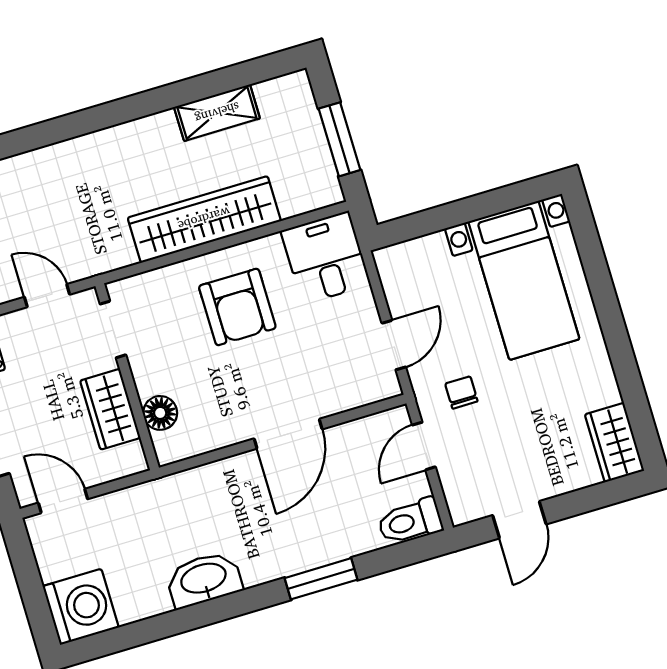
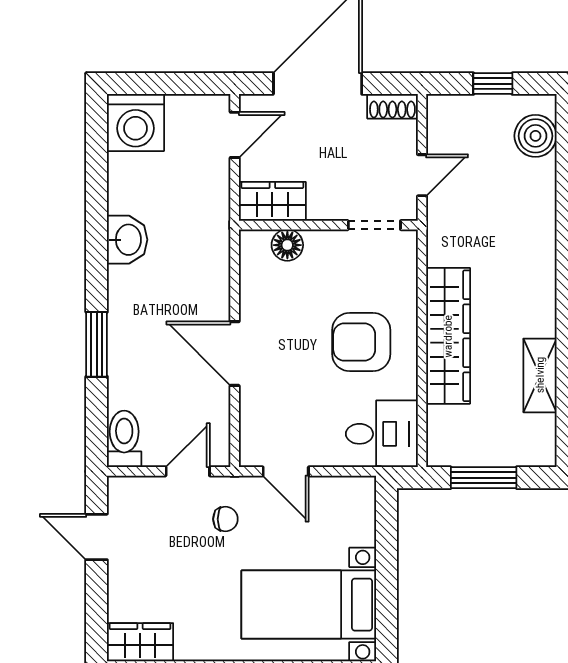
wardrobe: (110, 409) -> (272, 201), moved
door: (424, 446) -> (188, 471), hinge flipped
washbasin: (204, 579) -> (127, 240), width x0.72

